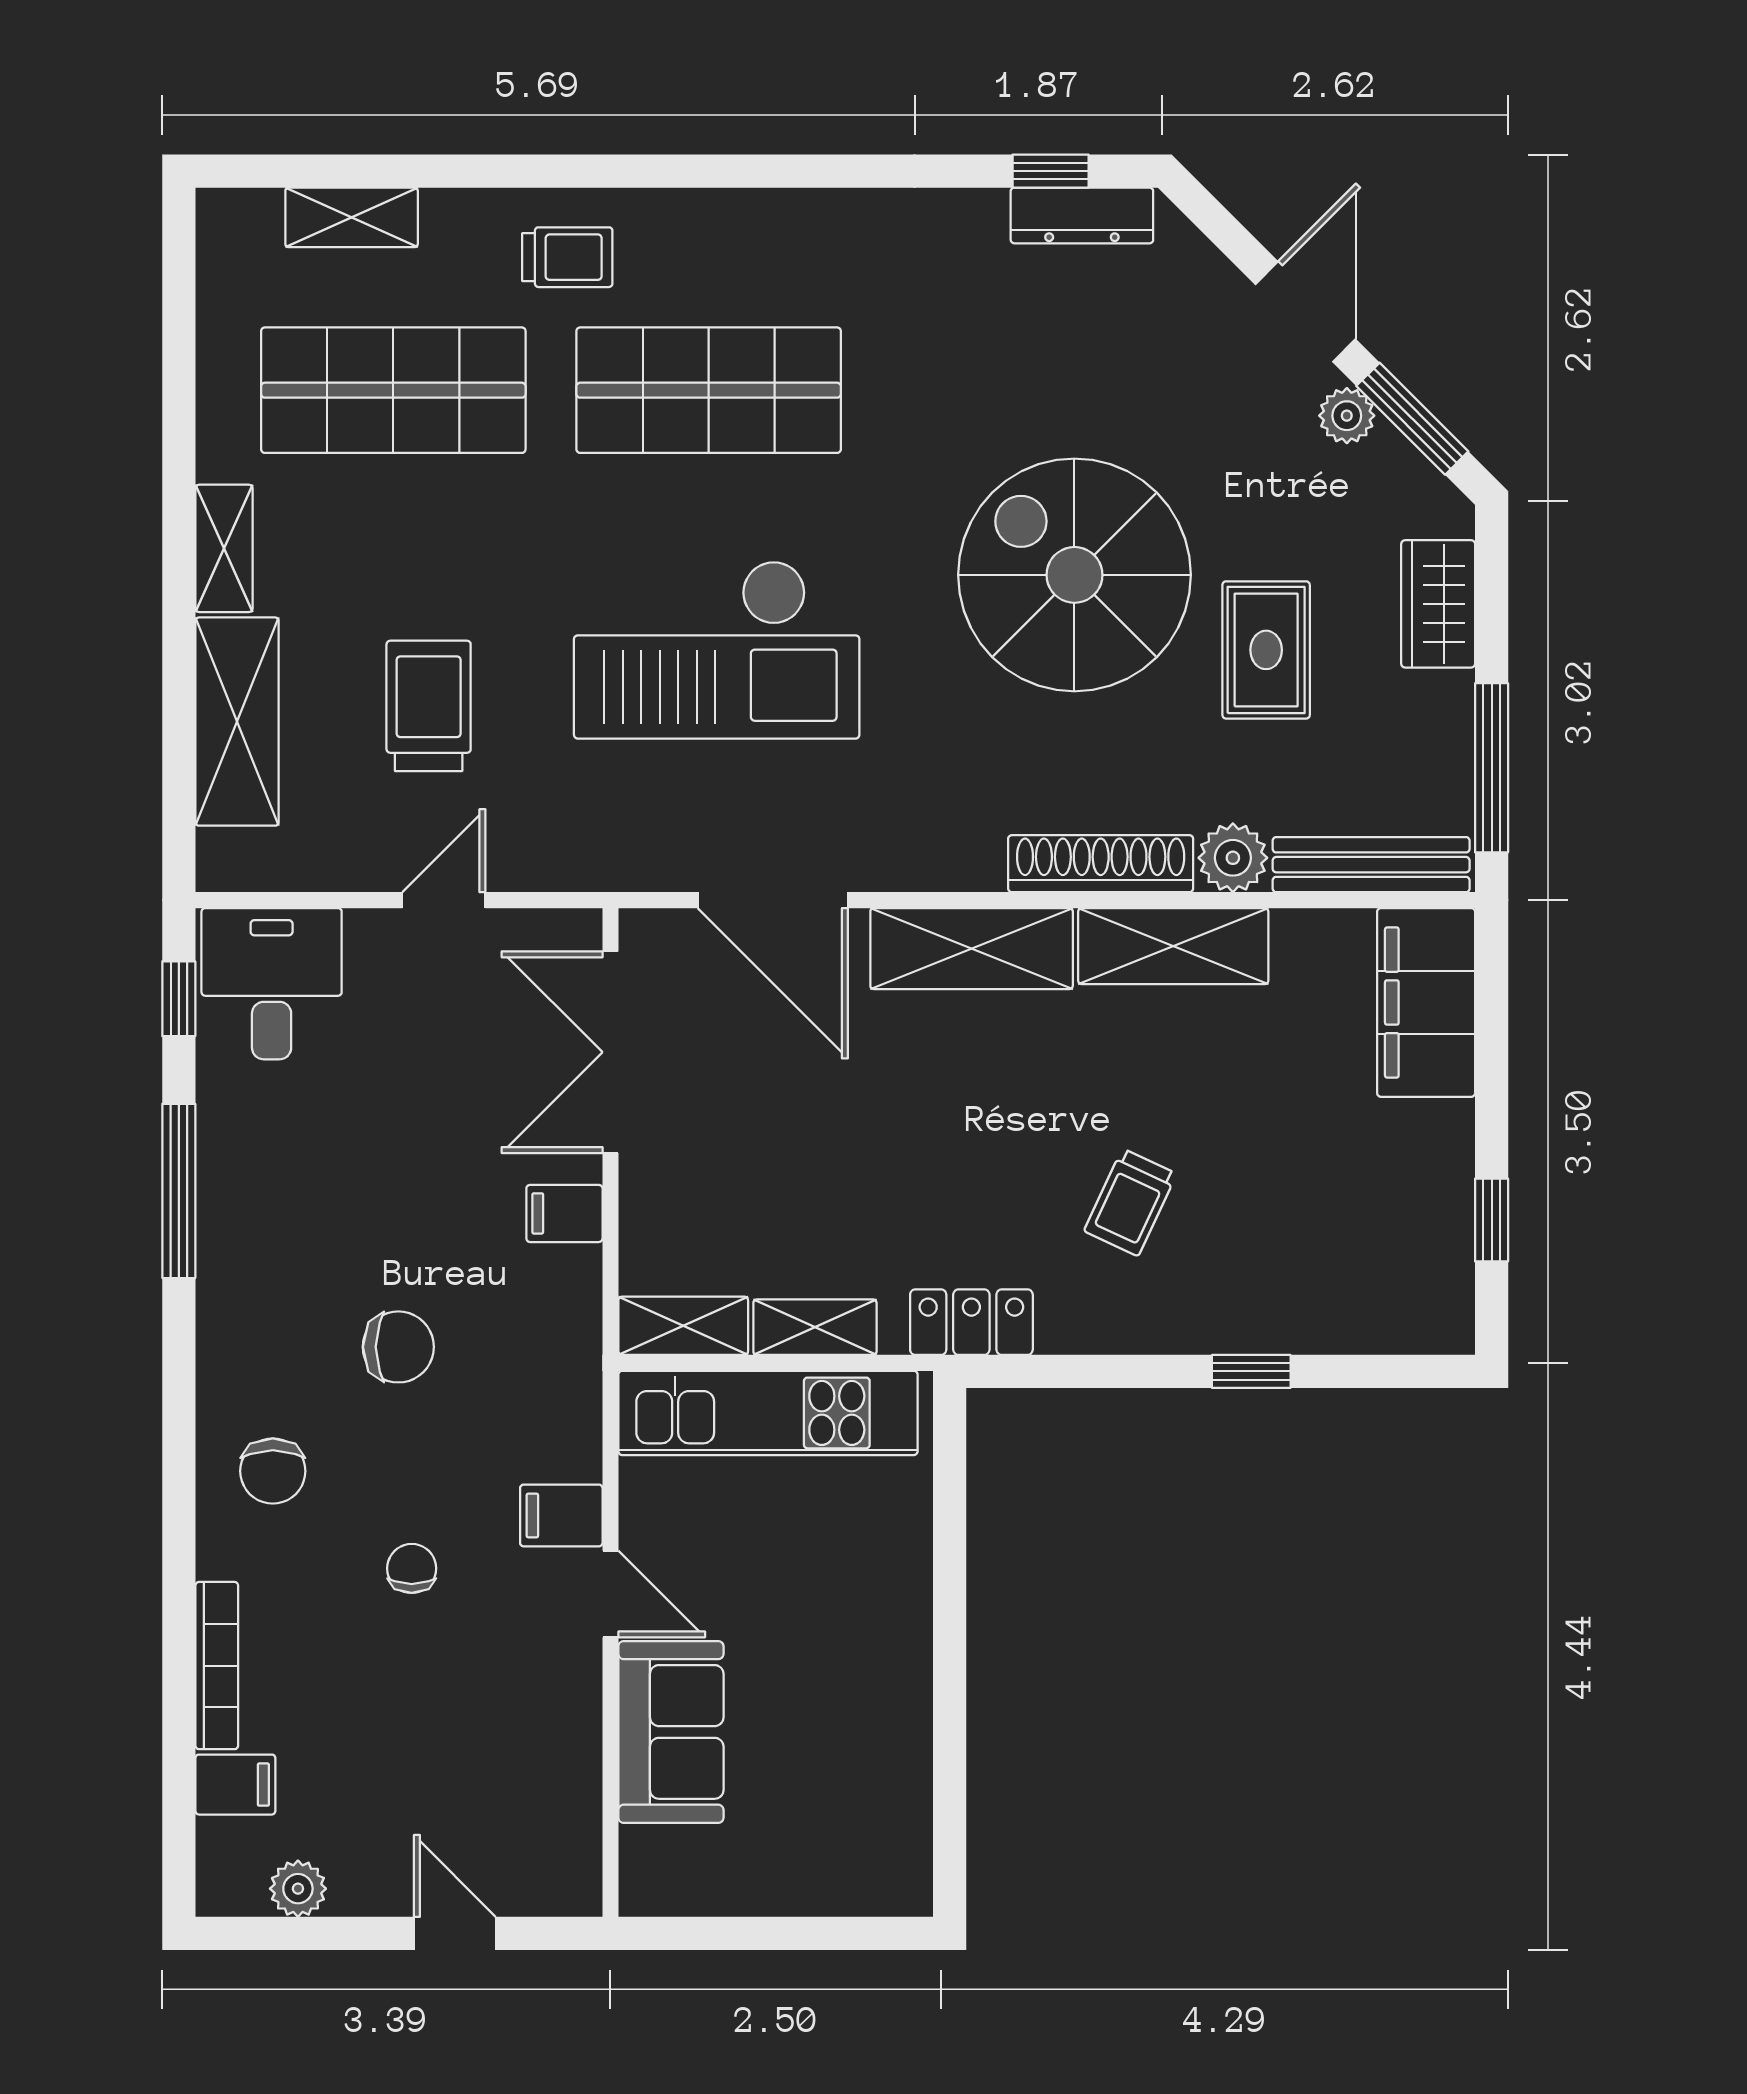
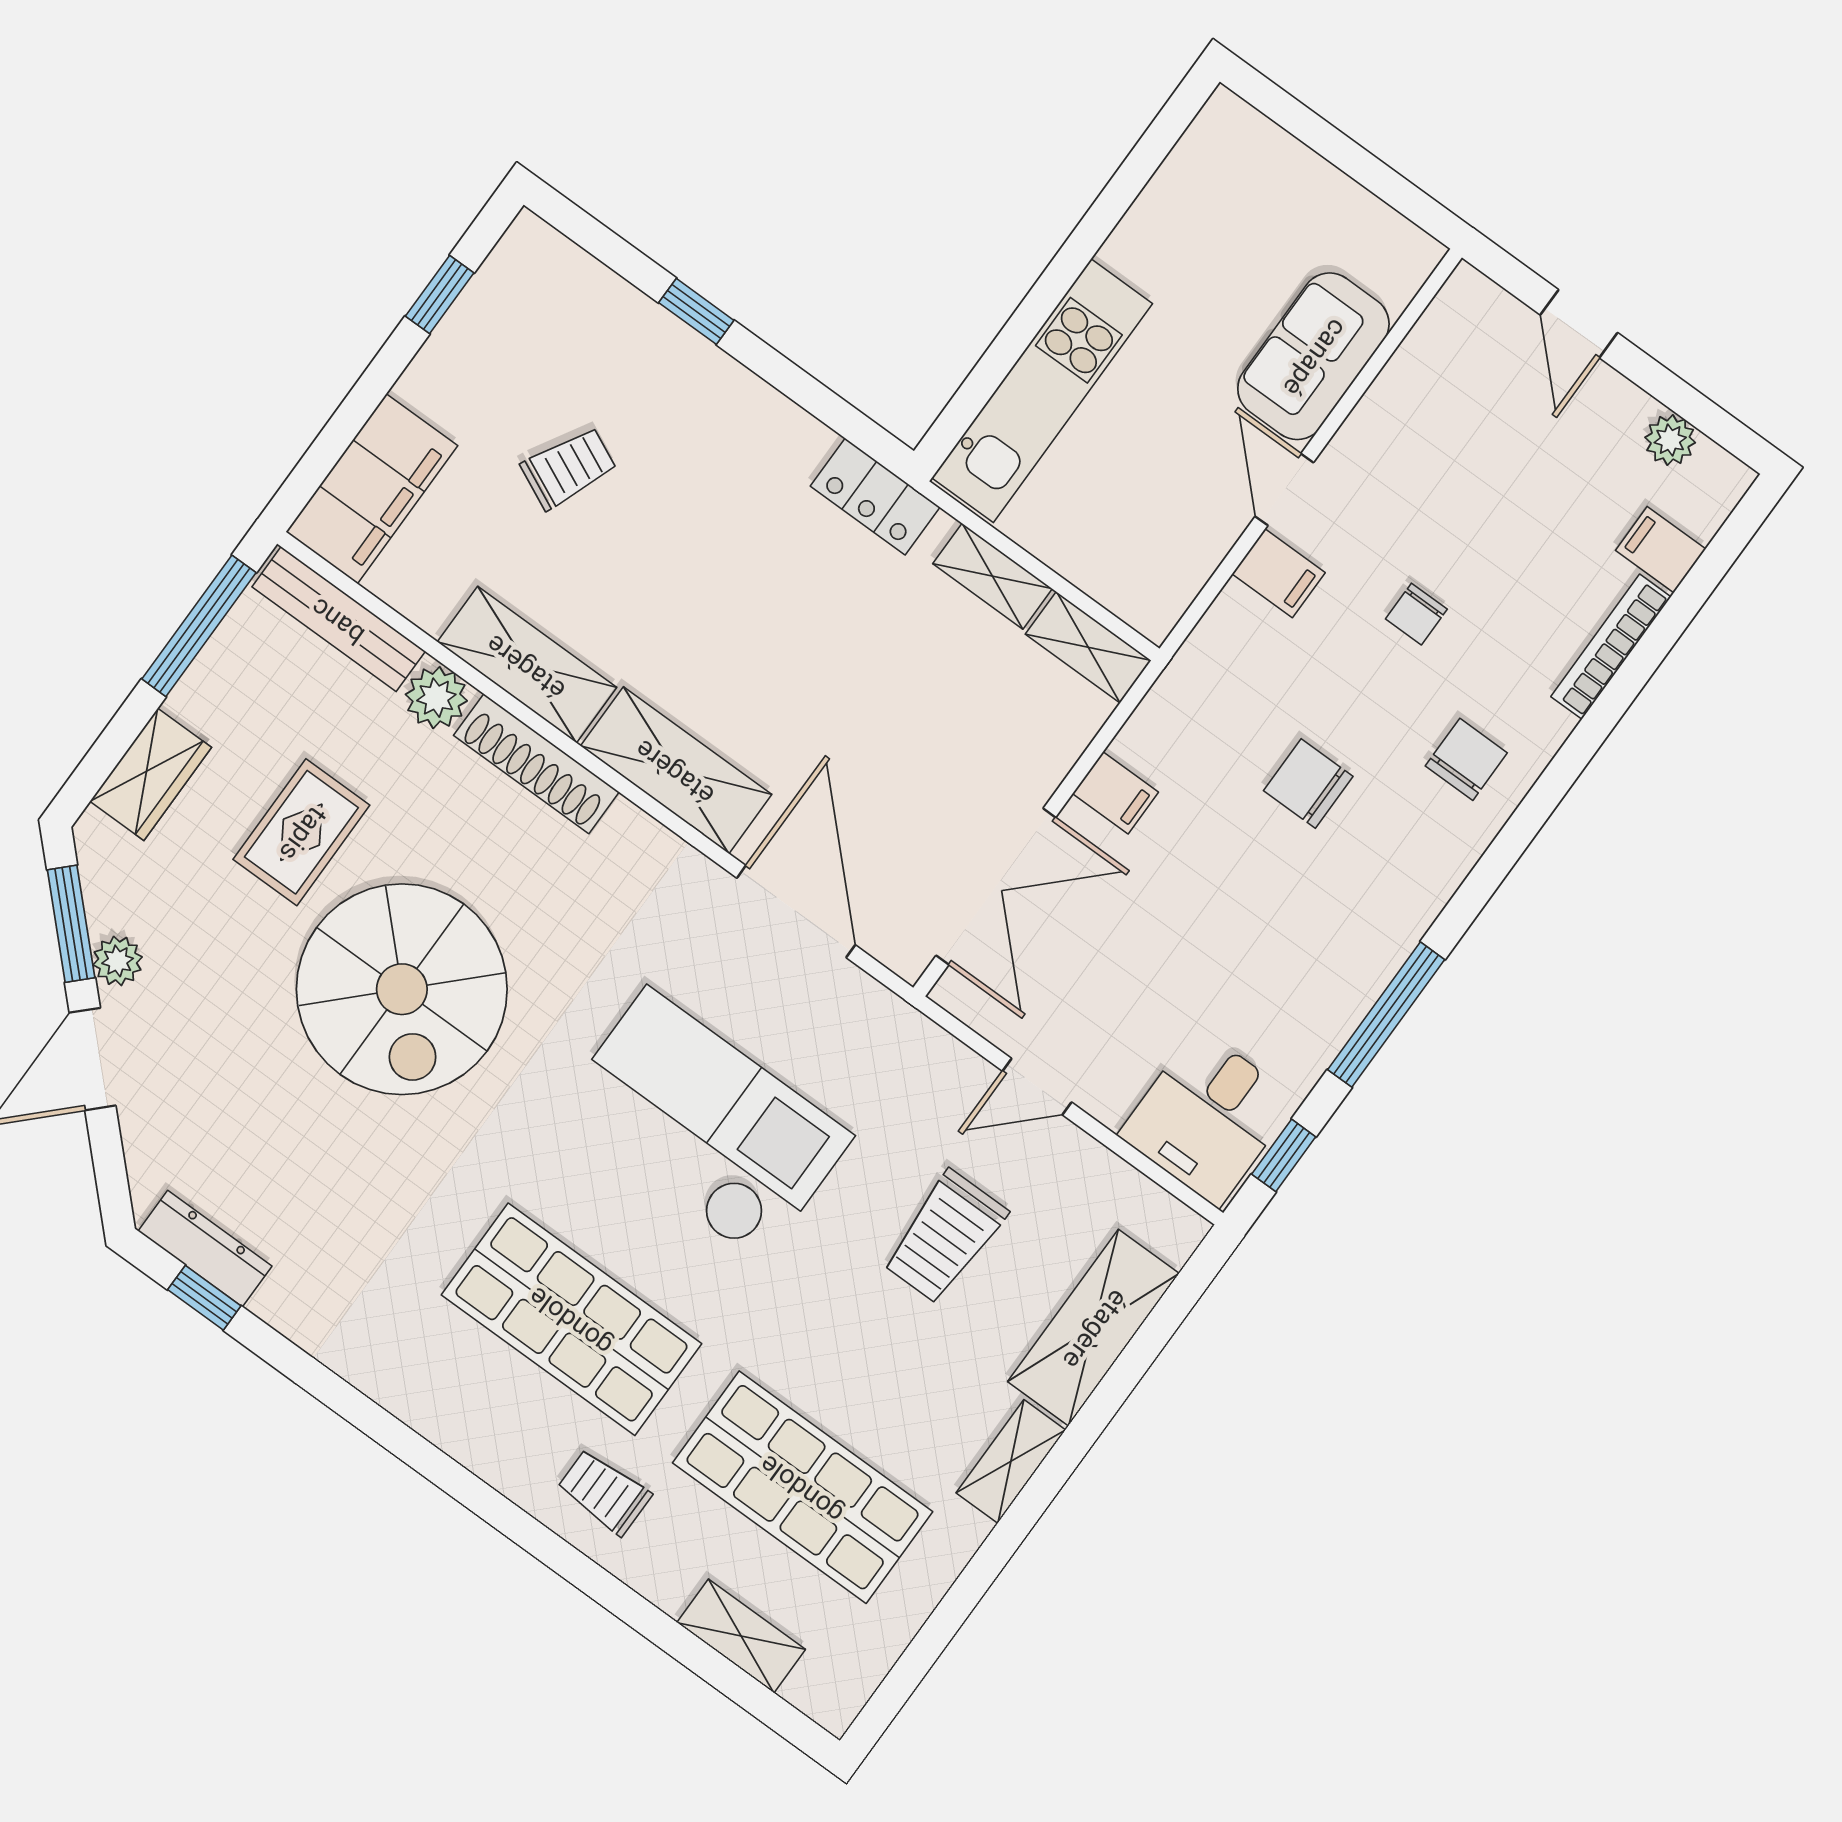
trolley: (1130, 1202) -> (569, 468), moved
kitchen unit: (768, 1413) -> (1042, 391), moved, turned 90

